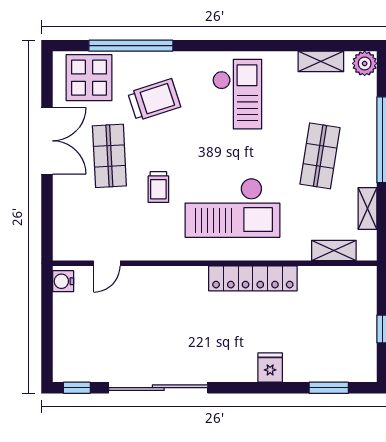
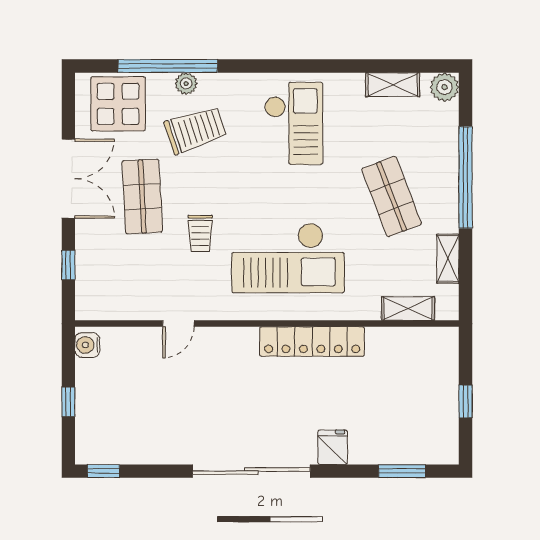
plant: (146, 60) -> (186, 83), added
shop shelf: (320, 156) -> (392, 196), turned -30
window: (47, 214) -> (68, 265), added
door: (107, 263) -> (178, 324), moved
window: (47, 329) -> (68, 402), added
sliding door: (158, 388) -> (251, 471), moved

